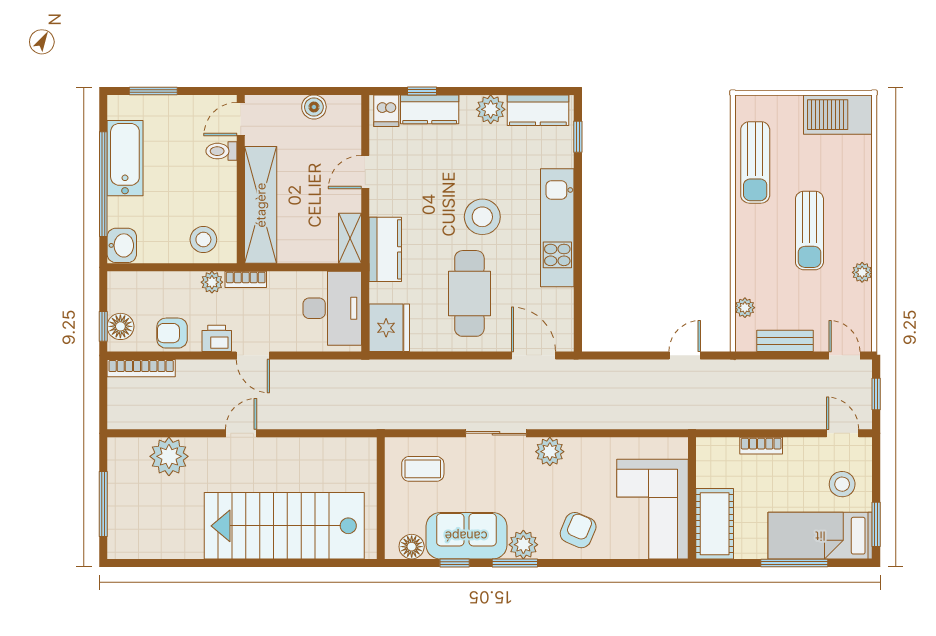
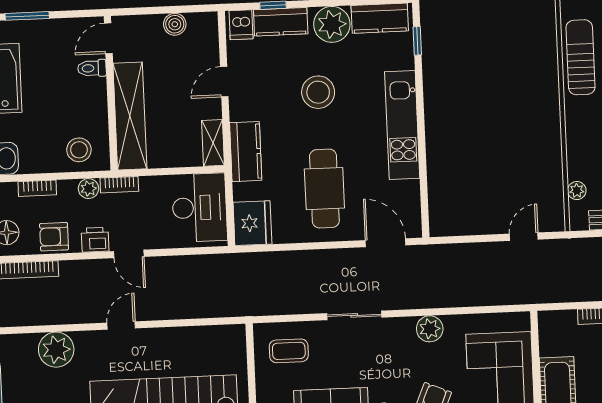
plant: (491, 109) -> (332, 24), width x1.36, depth x1.36
sun lounger: (755, 162) -> (581, 57), turned 180
stool: (482, 217) -> (318, 92), moved
bookcase: (156, 279) -> (37, 188), added
plant: (550, 452) -> (430, 329), moved

